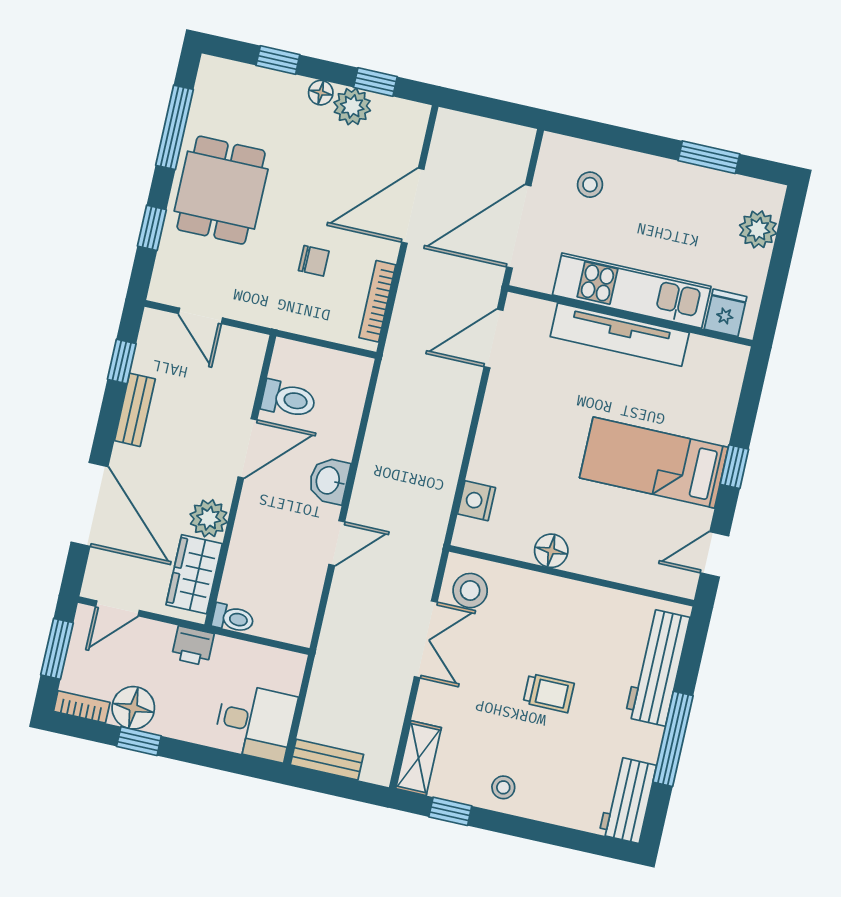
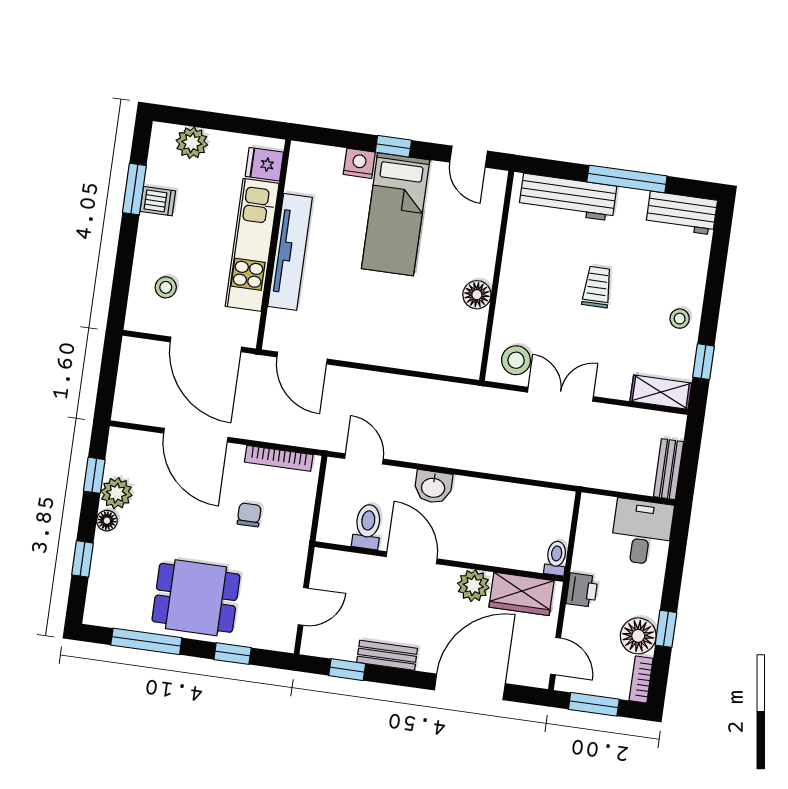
dishwasher: (692, 184) -> (158, 201), added
nightstand: (476, 501) -> (359, 163), moved, turned 180
door: (337, 543) -> (364, 459), moved

